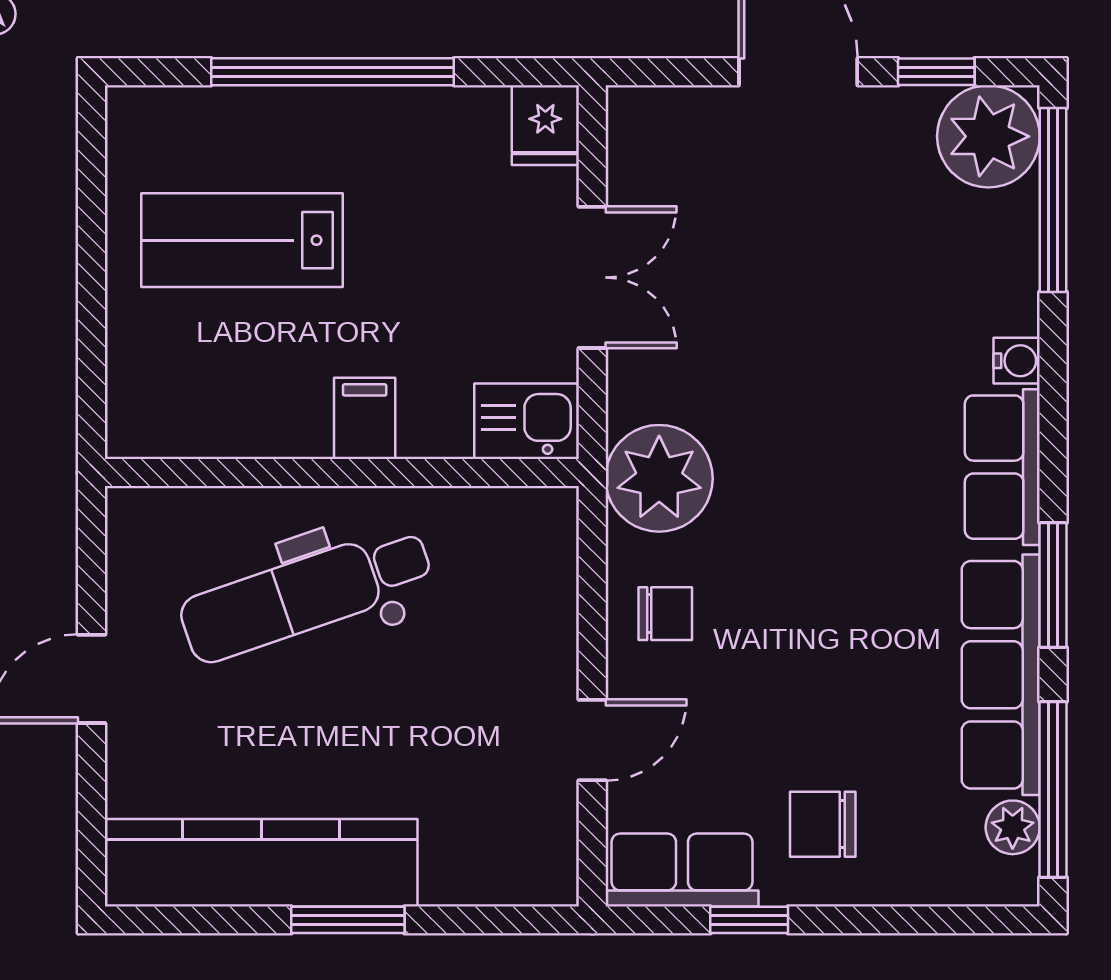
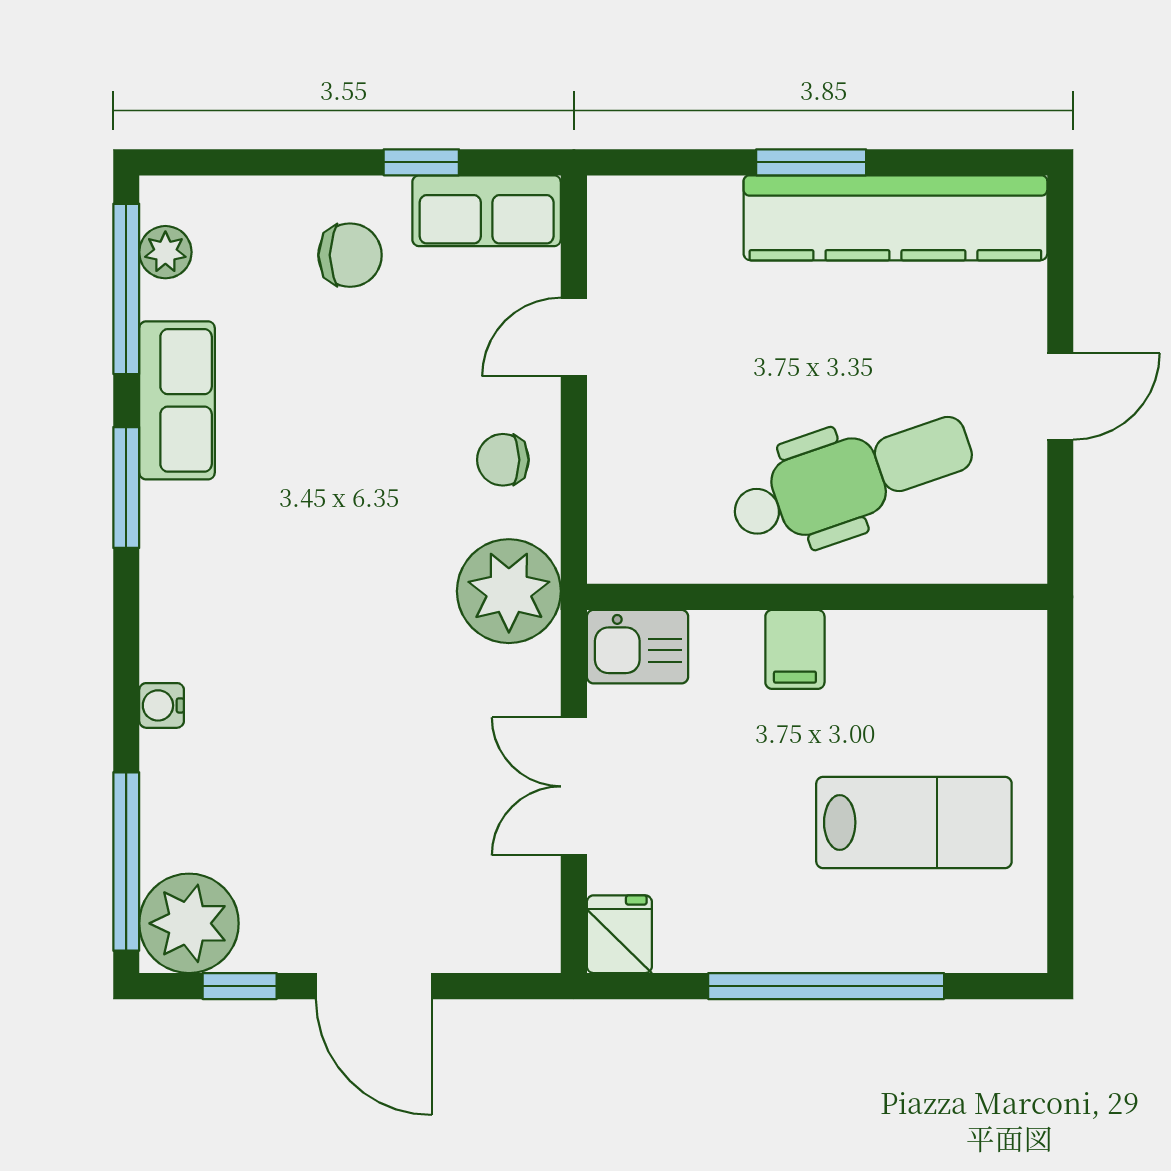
row of seats: (1002, 467) -> (175, 602), removed
row of seats: (1001, 675) -> (177, 400), width x0.68

